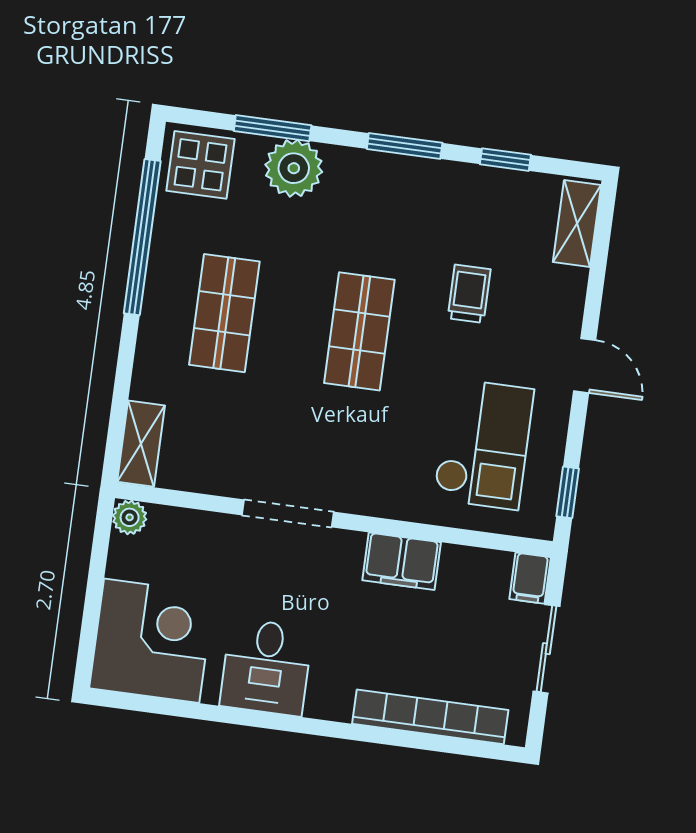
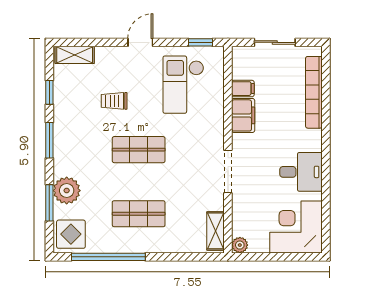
shelving: (141, 444) -> (216, 231), moved, turned 90
checkout: (484, 444) -> (183, 85), turned -90
filing cabinet: (530, 578) -> (243, 89), moved

